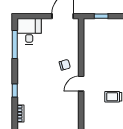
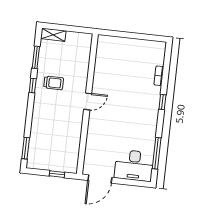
desk: (29, 31) -> (134, 165), width x1.37
chair: (65, 65) -> (104, 124), removed

